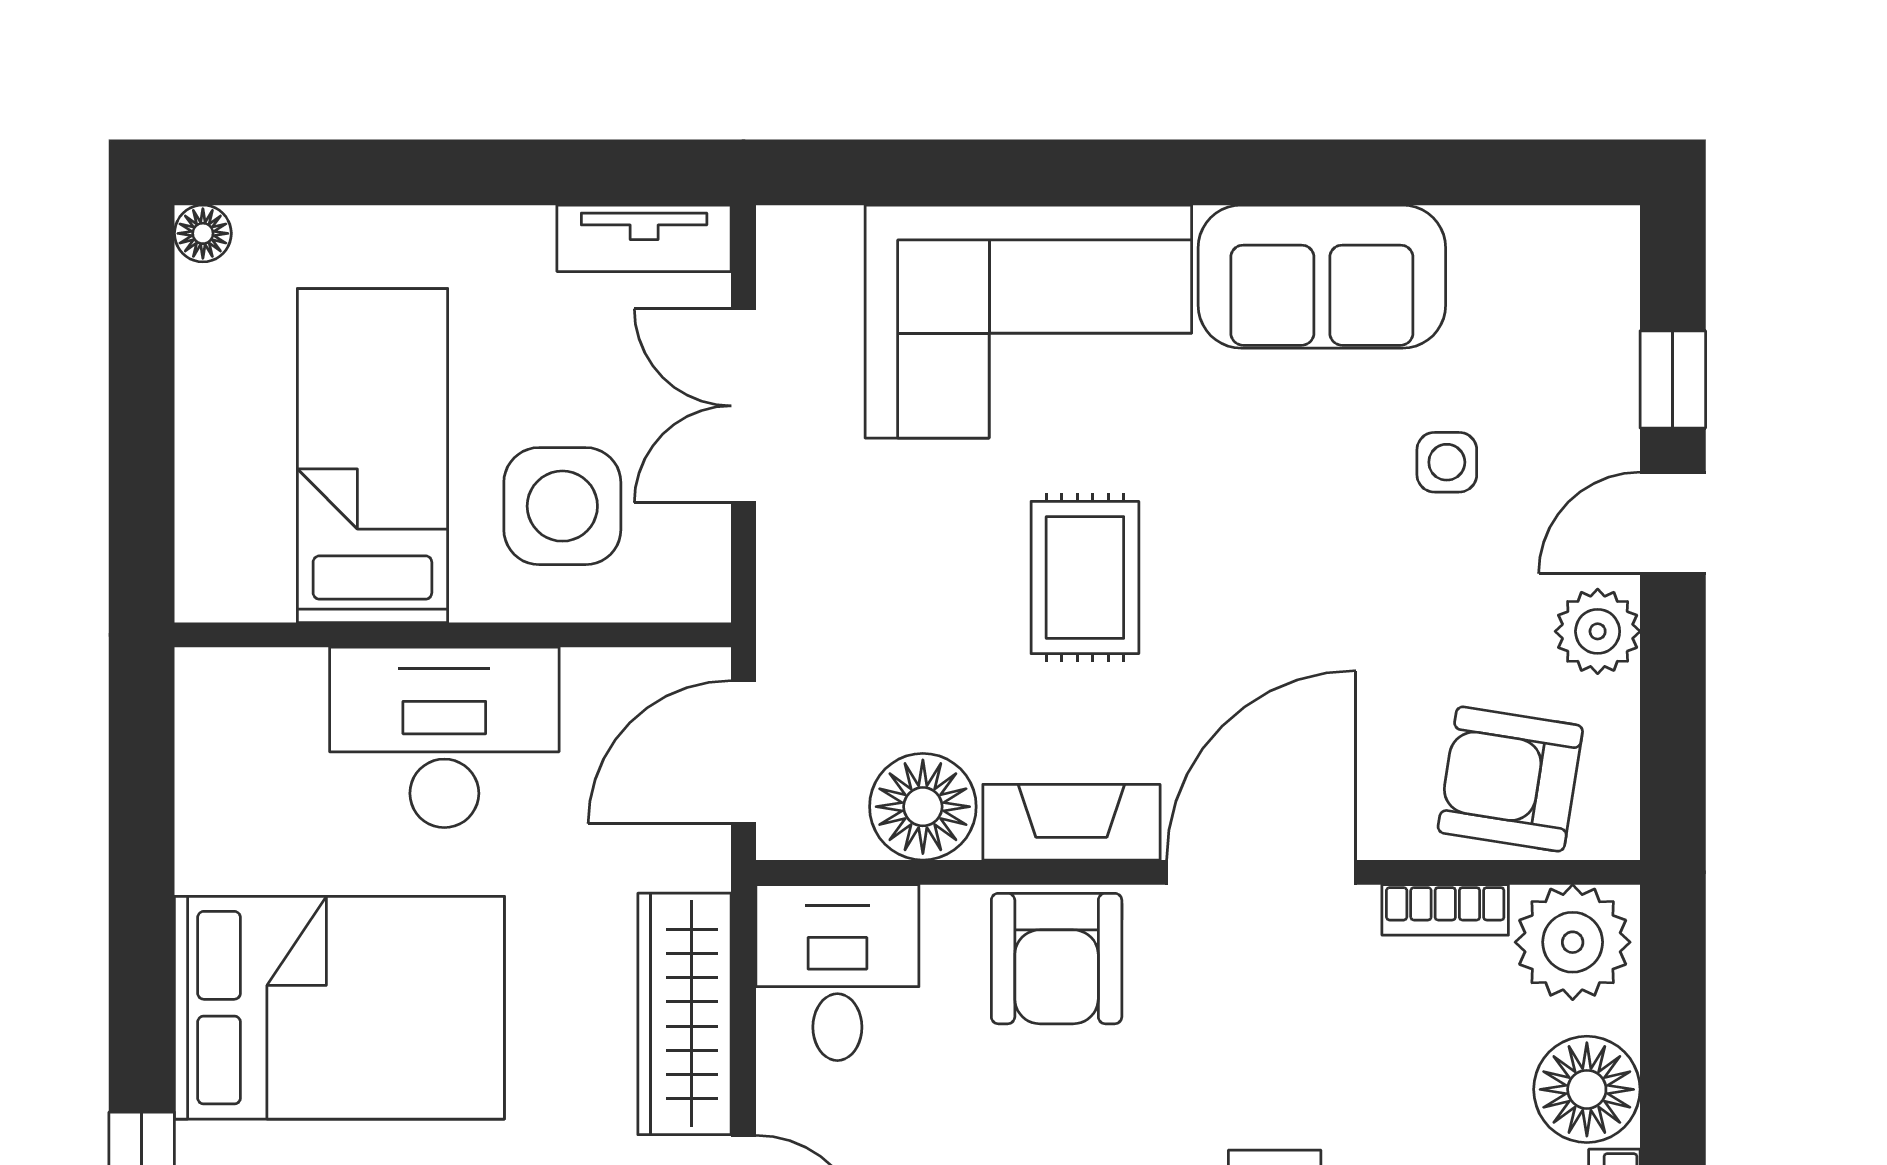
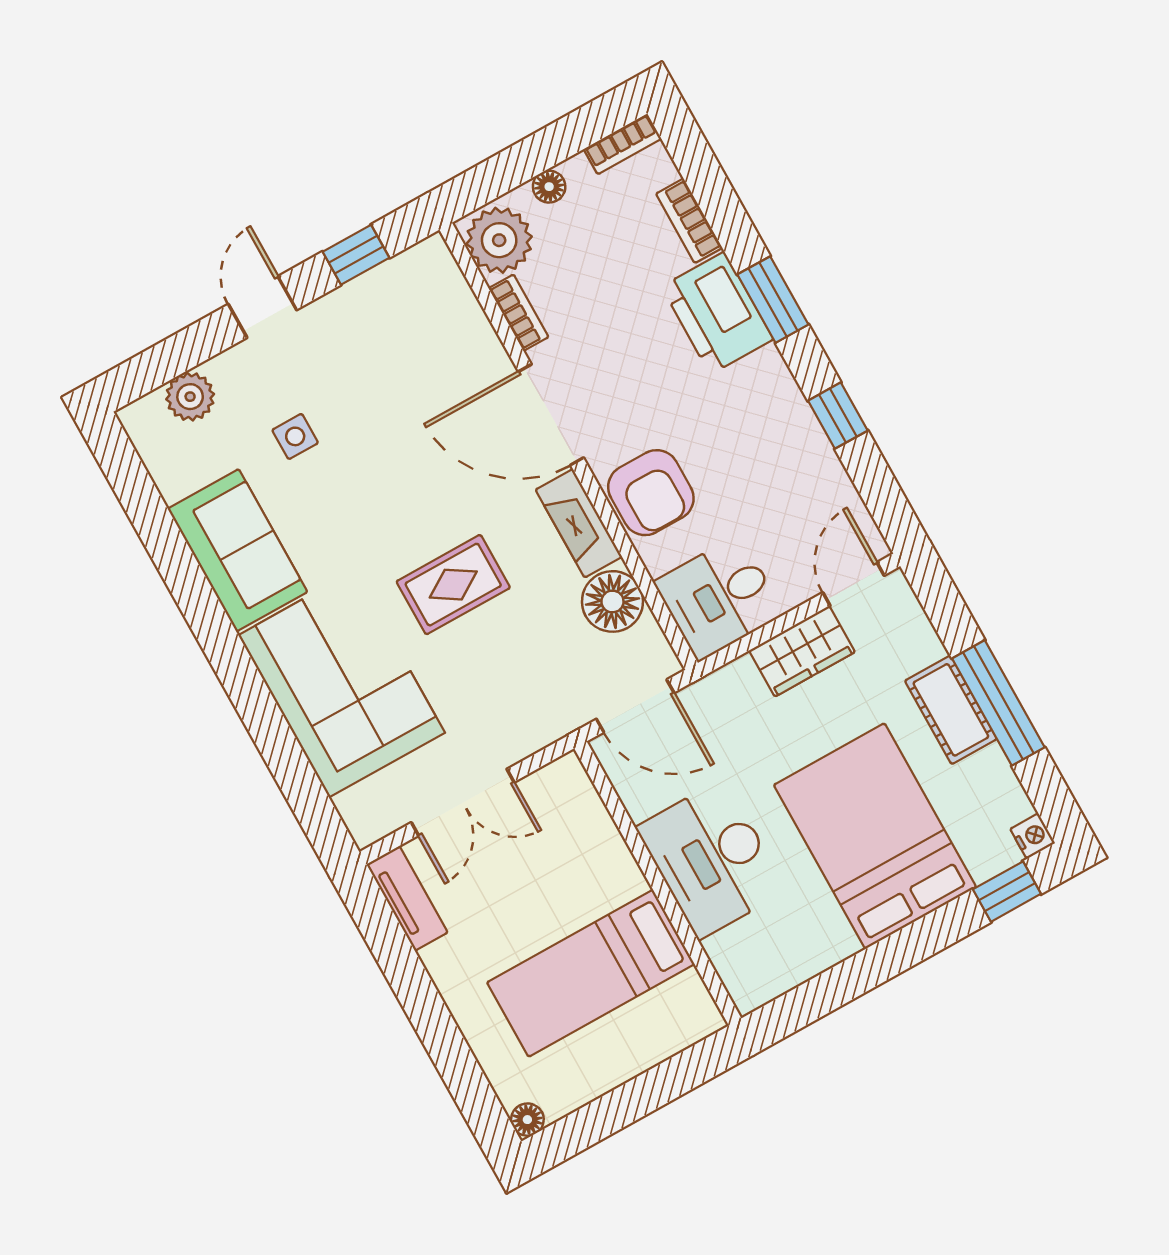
window: (1673, 379) -> (356, 255), moved
side table: (562, 506) -> (563, 865), removed
door: (1673, 523) -> (262, 307), swing flipped
plant: (1598, 631) -> (190, 397), moved
armchair: (1510, 779) -> (435, 317), removed
armchair: (1057, 959) -> (651, 493), turned 90
wardrobe: (685, 1014) -> (802, 651), width x0.67
floor lamp: (1587, 1089) -> (549, 187), width x0.53, depth x0.53

